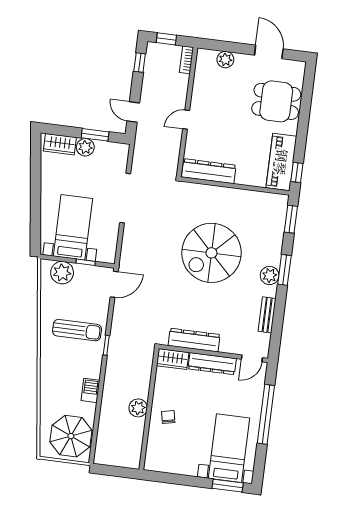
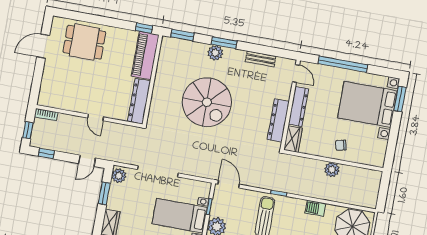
plant: (225, 60) -> (48, 82), removed
dining table: (276, 101) -> (84, 42), turned 90
plant: (85, 147) -> (119, 176), moved
piano: (281, 162) -> (145, 56), moved, turned 90
plant: (270, 275) -> (215, 53), moved
bed with nightstands: (229, 448) -> (368, 104), width x1.36

